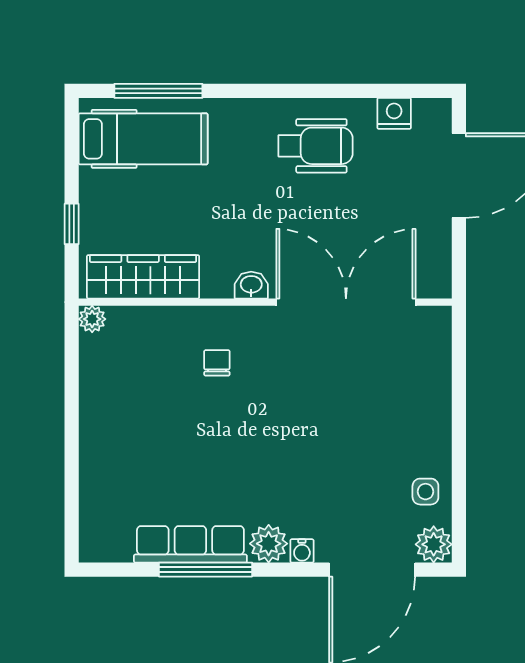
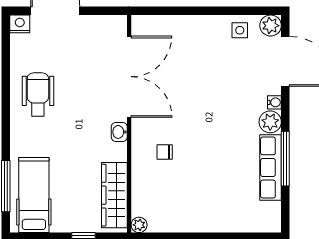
nightstand: (394, 113) -> (20, 24), moved, turned 90
double door: (346, 302) -> (129, 77), swing flipped

